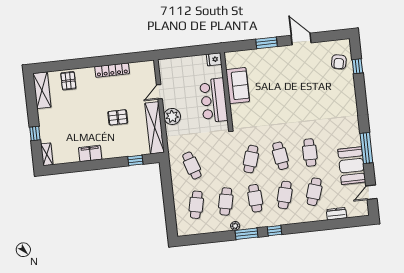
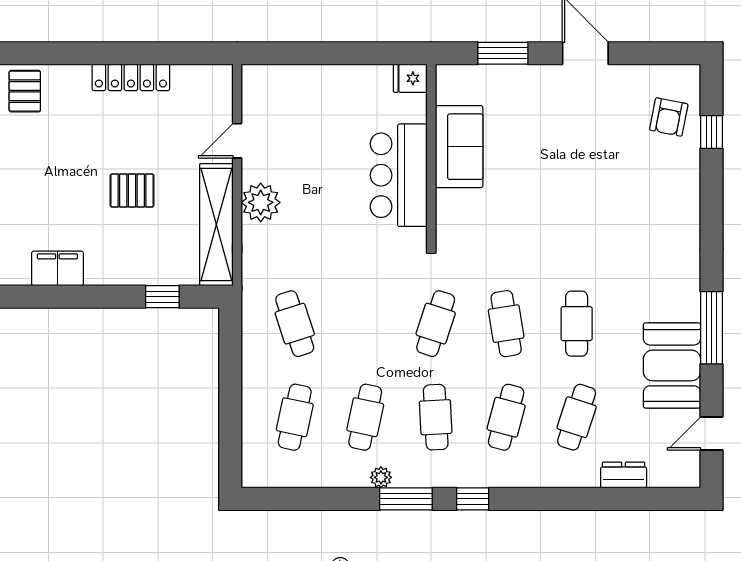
fridge: (214, 59) -> (410, 78), moved
sofa: (238, 86) -> (459, 147), moved
wall: (226, 90) -> (431, 154), moved
bar counter: (214, 100) -> (399, 175), moved

